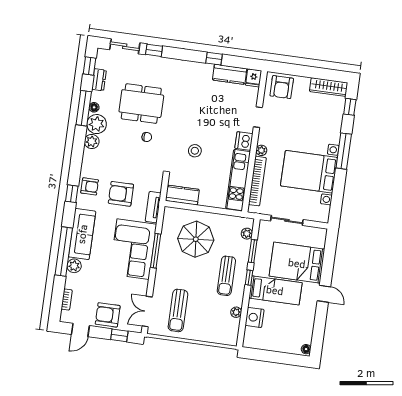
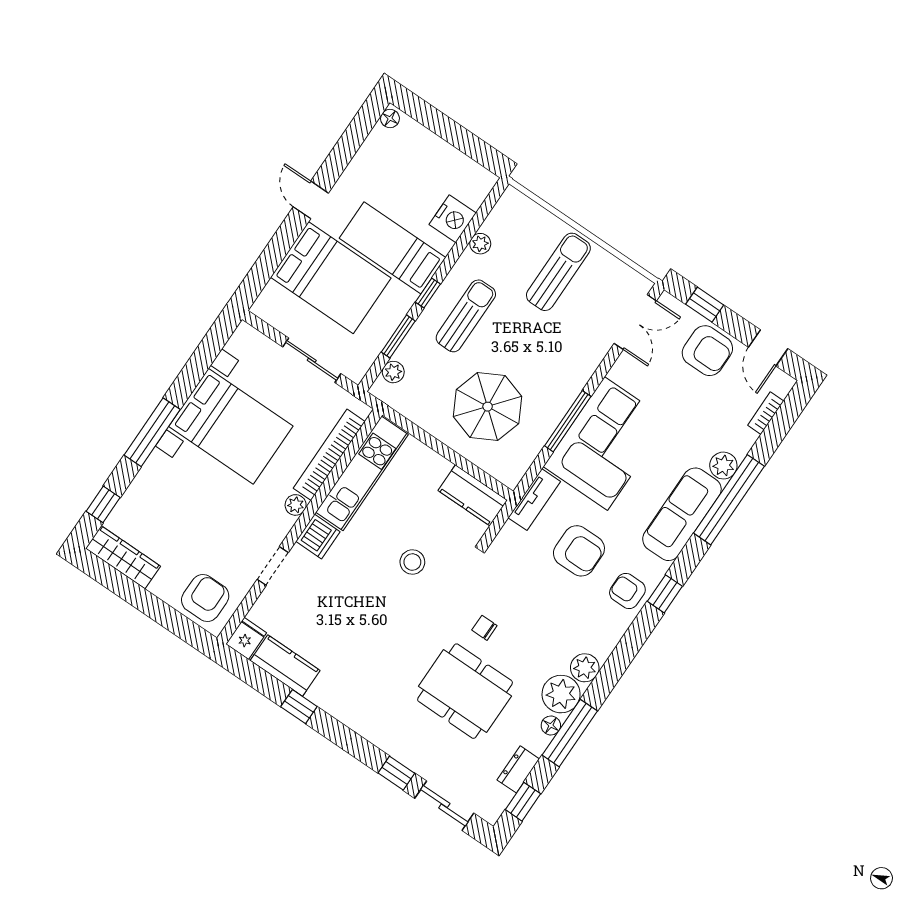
sun lounger: (178, 310) -> (558, 272), moved
door: (80, 330) -> (768, 348), swing flipped

